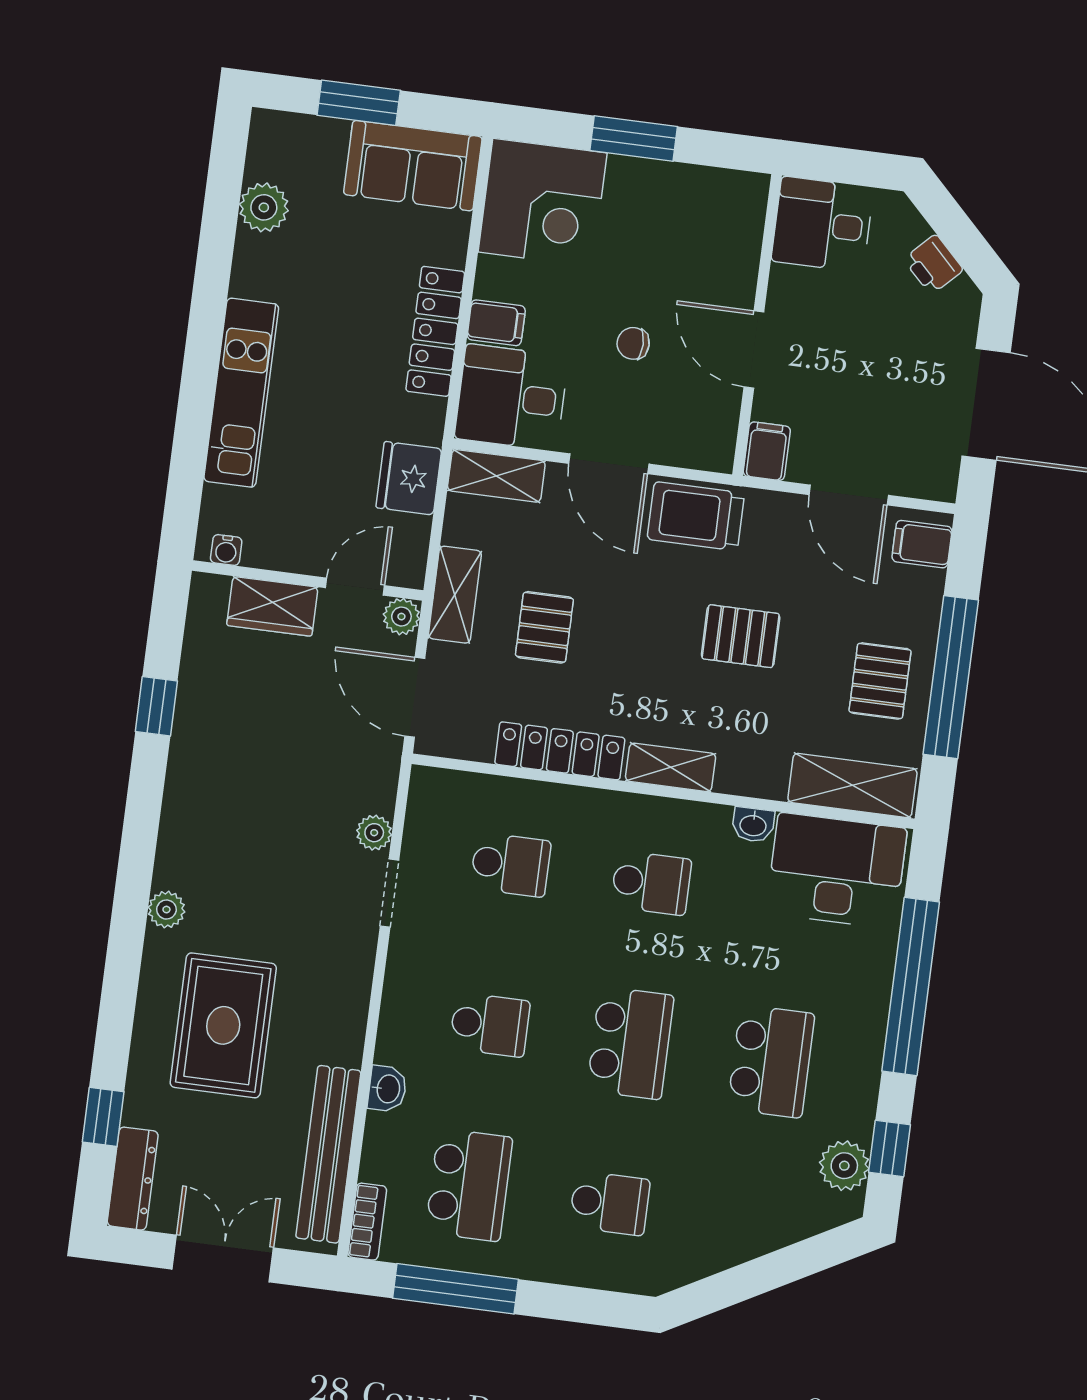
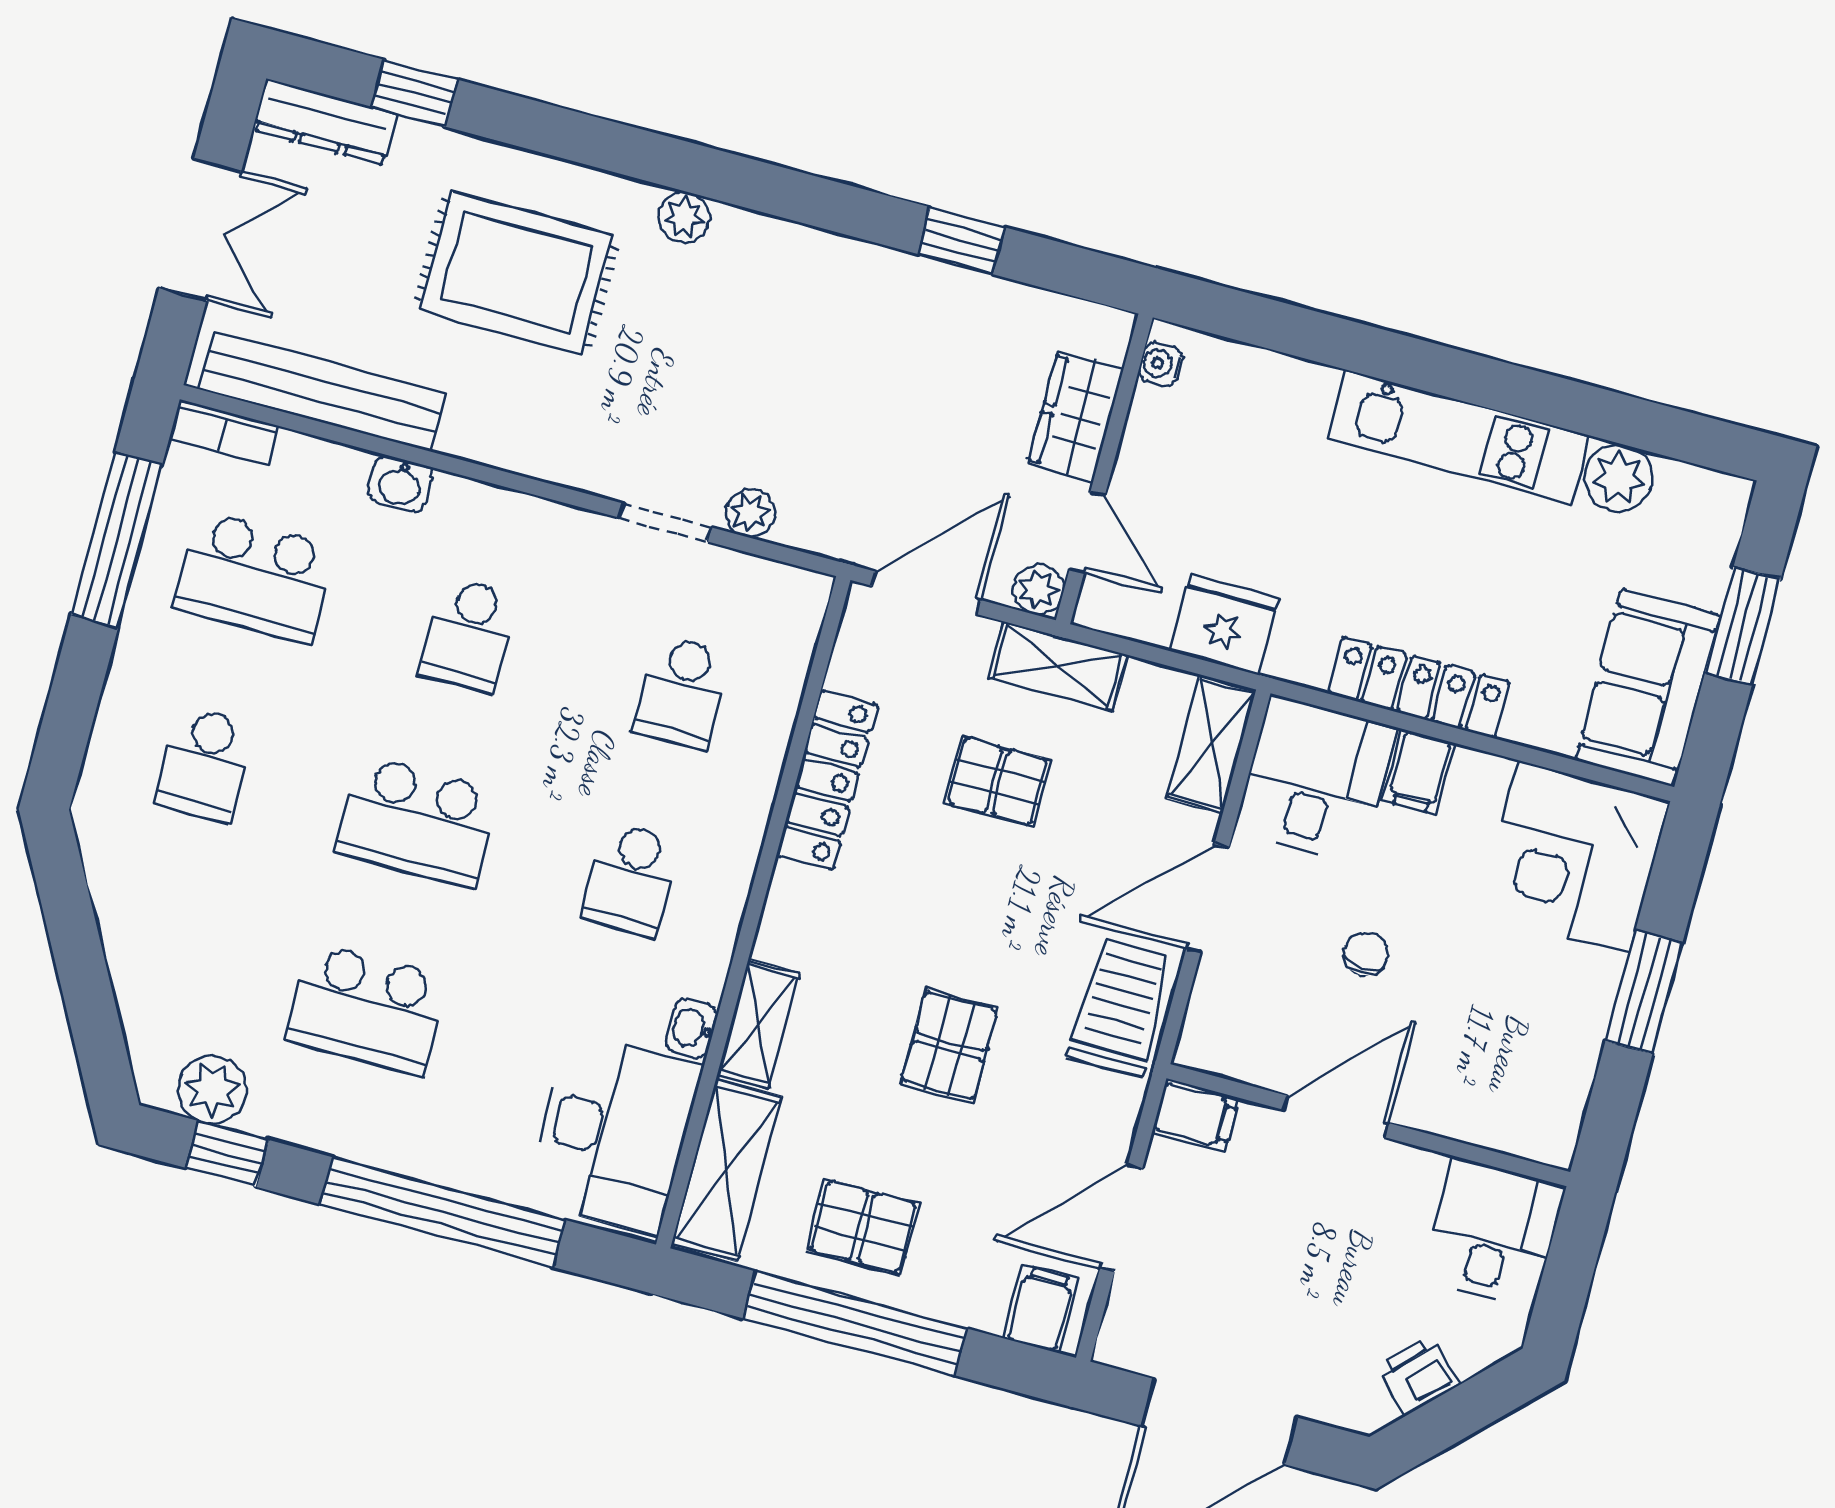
kitchen unit: (241, 393) -> (1458, 437), moved
shelving: (671, 767) -> (758, 1024), moved

